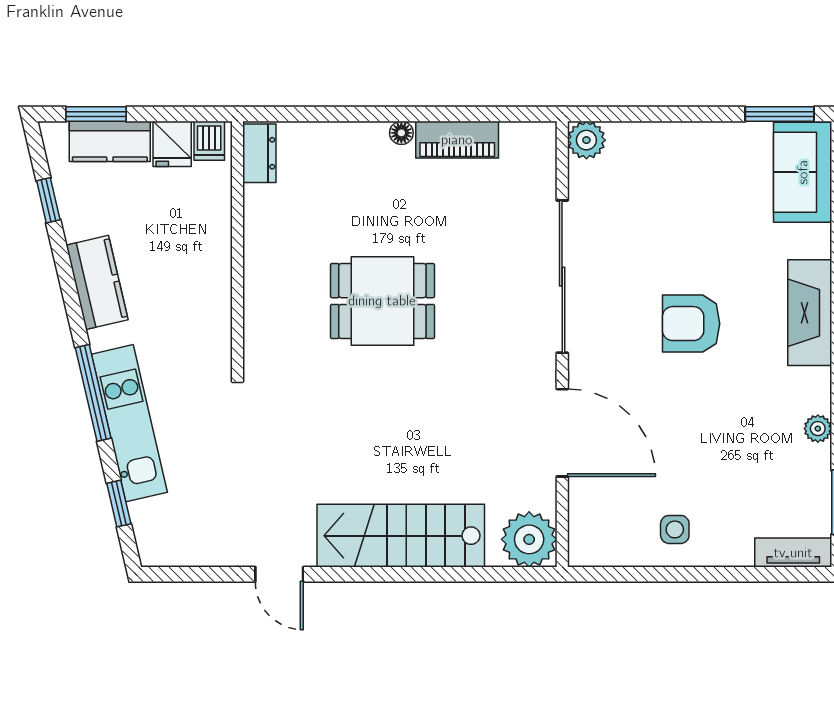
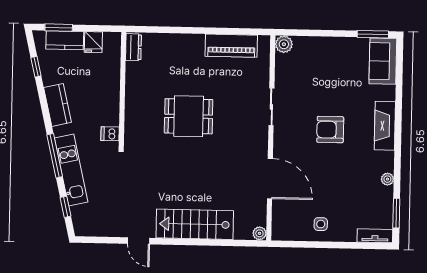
floor lamp: (401, 133) -> (199, 39), removed
piano: (457, 140) -> (231, 46), width x1.37, depth x1.33
dishwasher: (209, 141) -> (110, 134), moved, turned 90
sliding door: (562, 277) -> (271, 107), width x0.54
plant: (529, 539) -> (259, 233), width x0.53, depth x0.53

